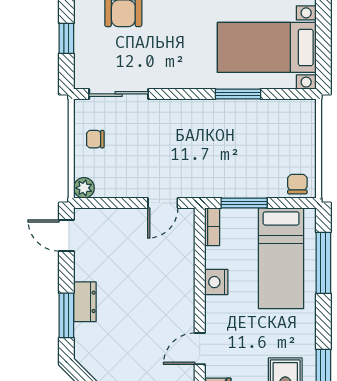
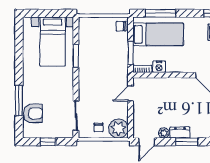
plant: (84, 188) -> (118, 129), width x1.88, depth x1.88
door: (163, 203) -> (130, 94), swing flipped
plant: (84, 270) -> (164, 133), added
nightstand: (216, 282) -> (159, 67), moved

